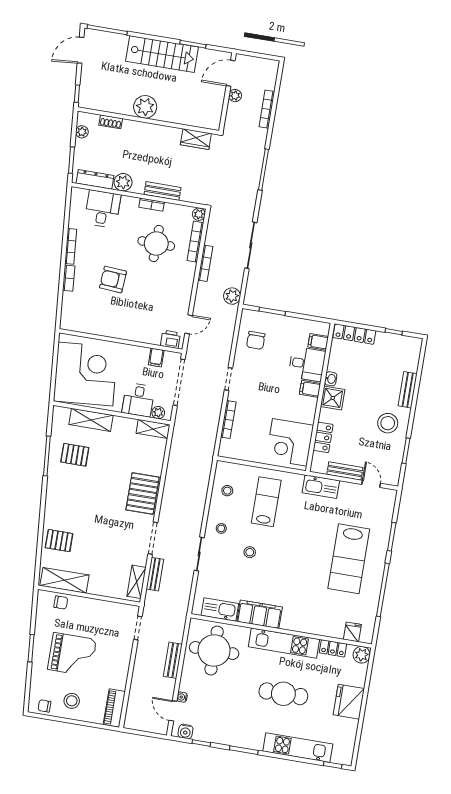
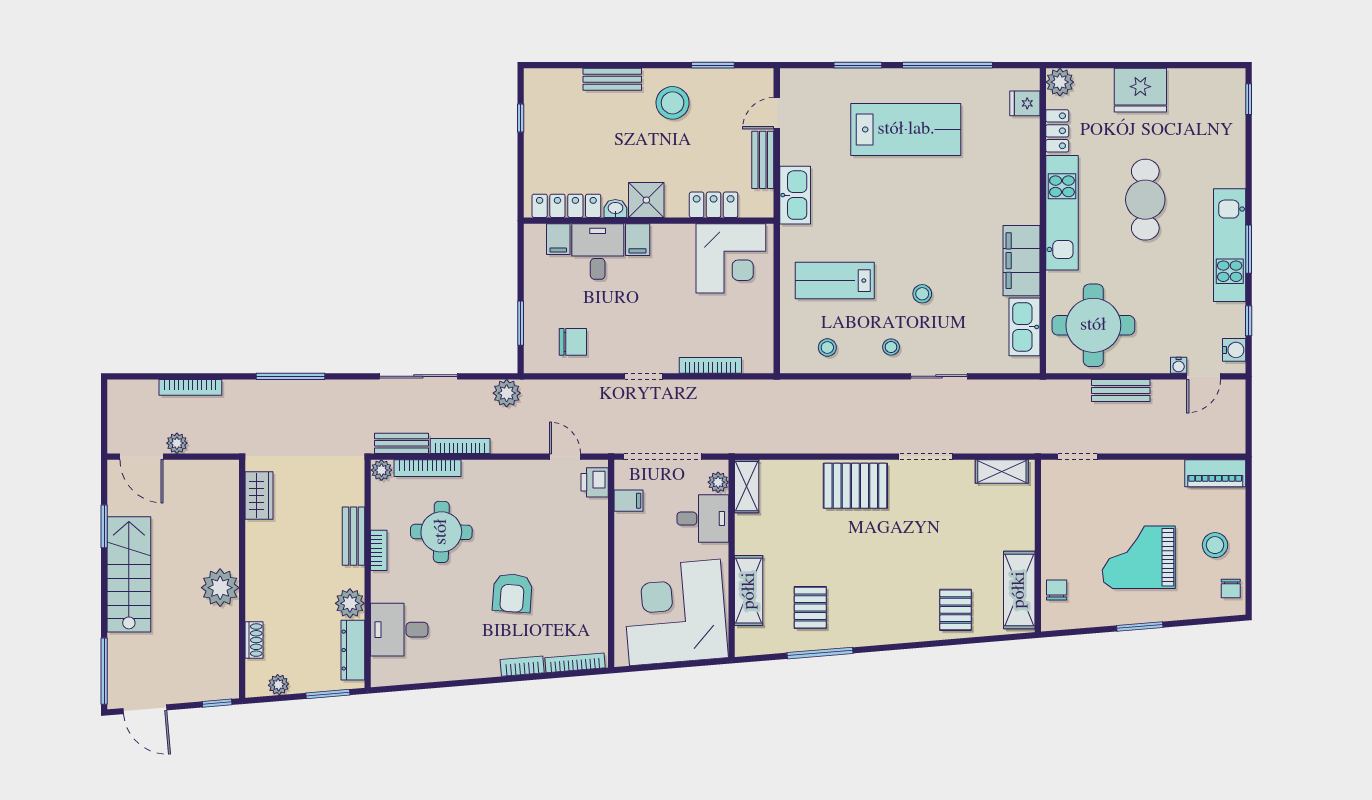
bookcase: (71, 246) -> (575, 663), moved
locker: (354, 334) -> (566, 206), moved, turned -90
bench: (155, 574) -> (401, 443), moved
grand piano: (72, 654) -> (1139, 557), turned -90
kitchen unit: (298, 748) -> (1230, 245), moved

